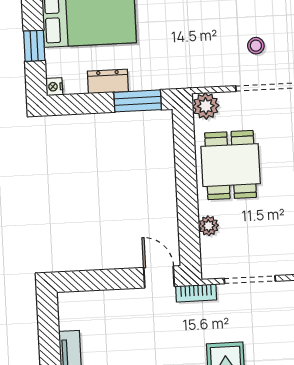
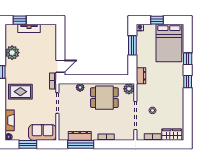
dresser: (108, 81) -> (141, 76), moved
window: (138, 101) -> (132, 45), moved

